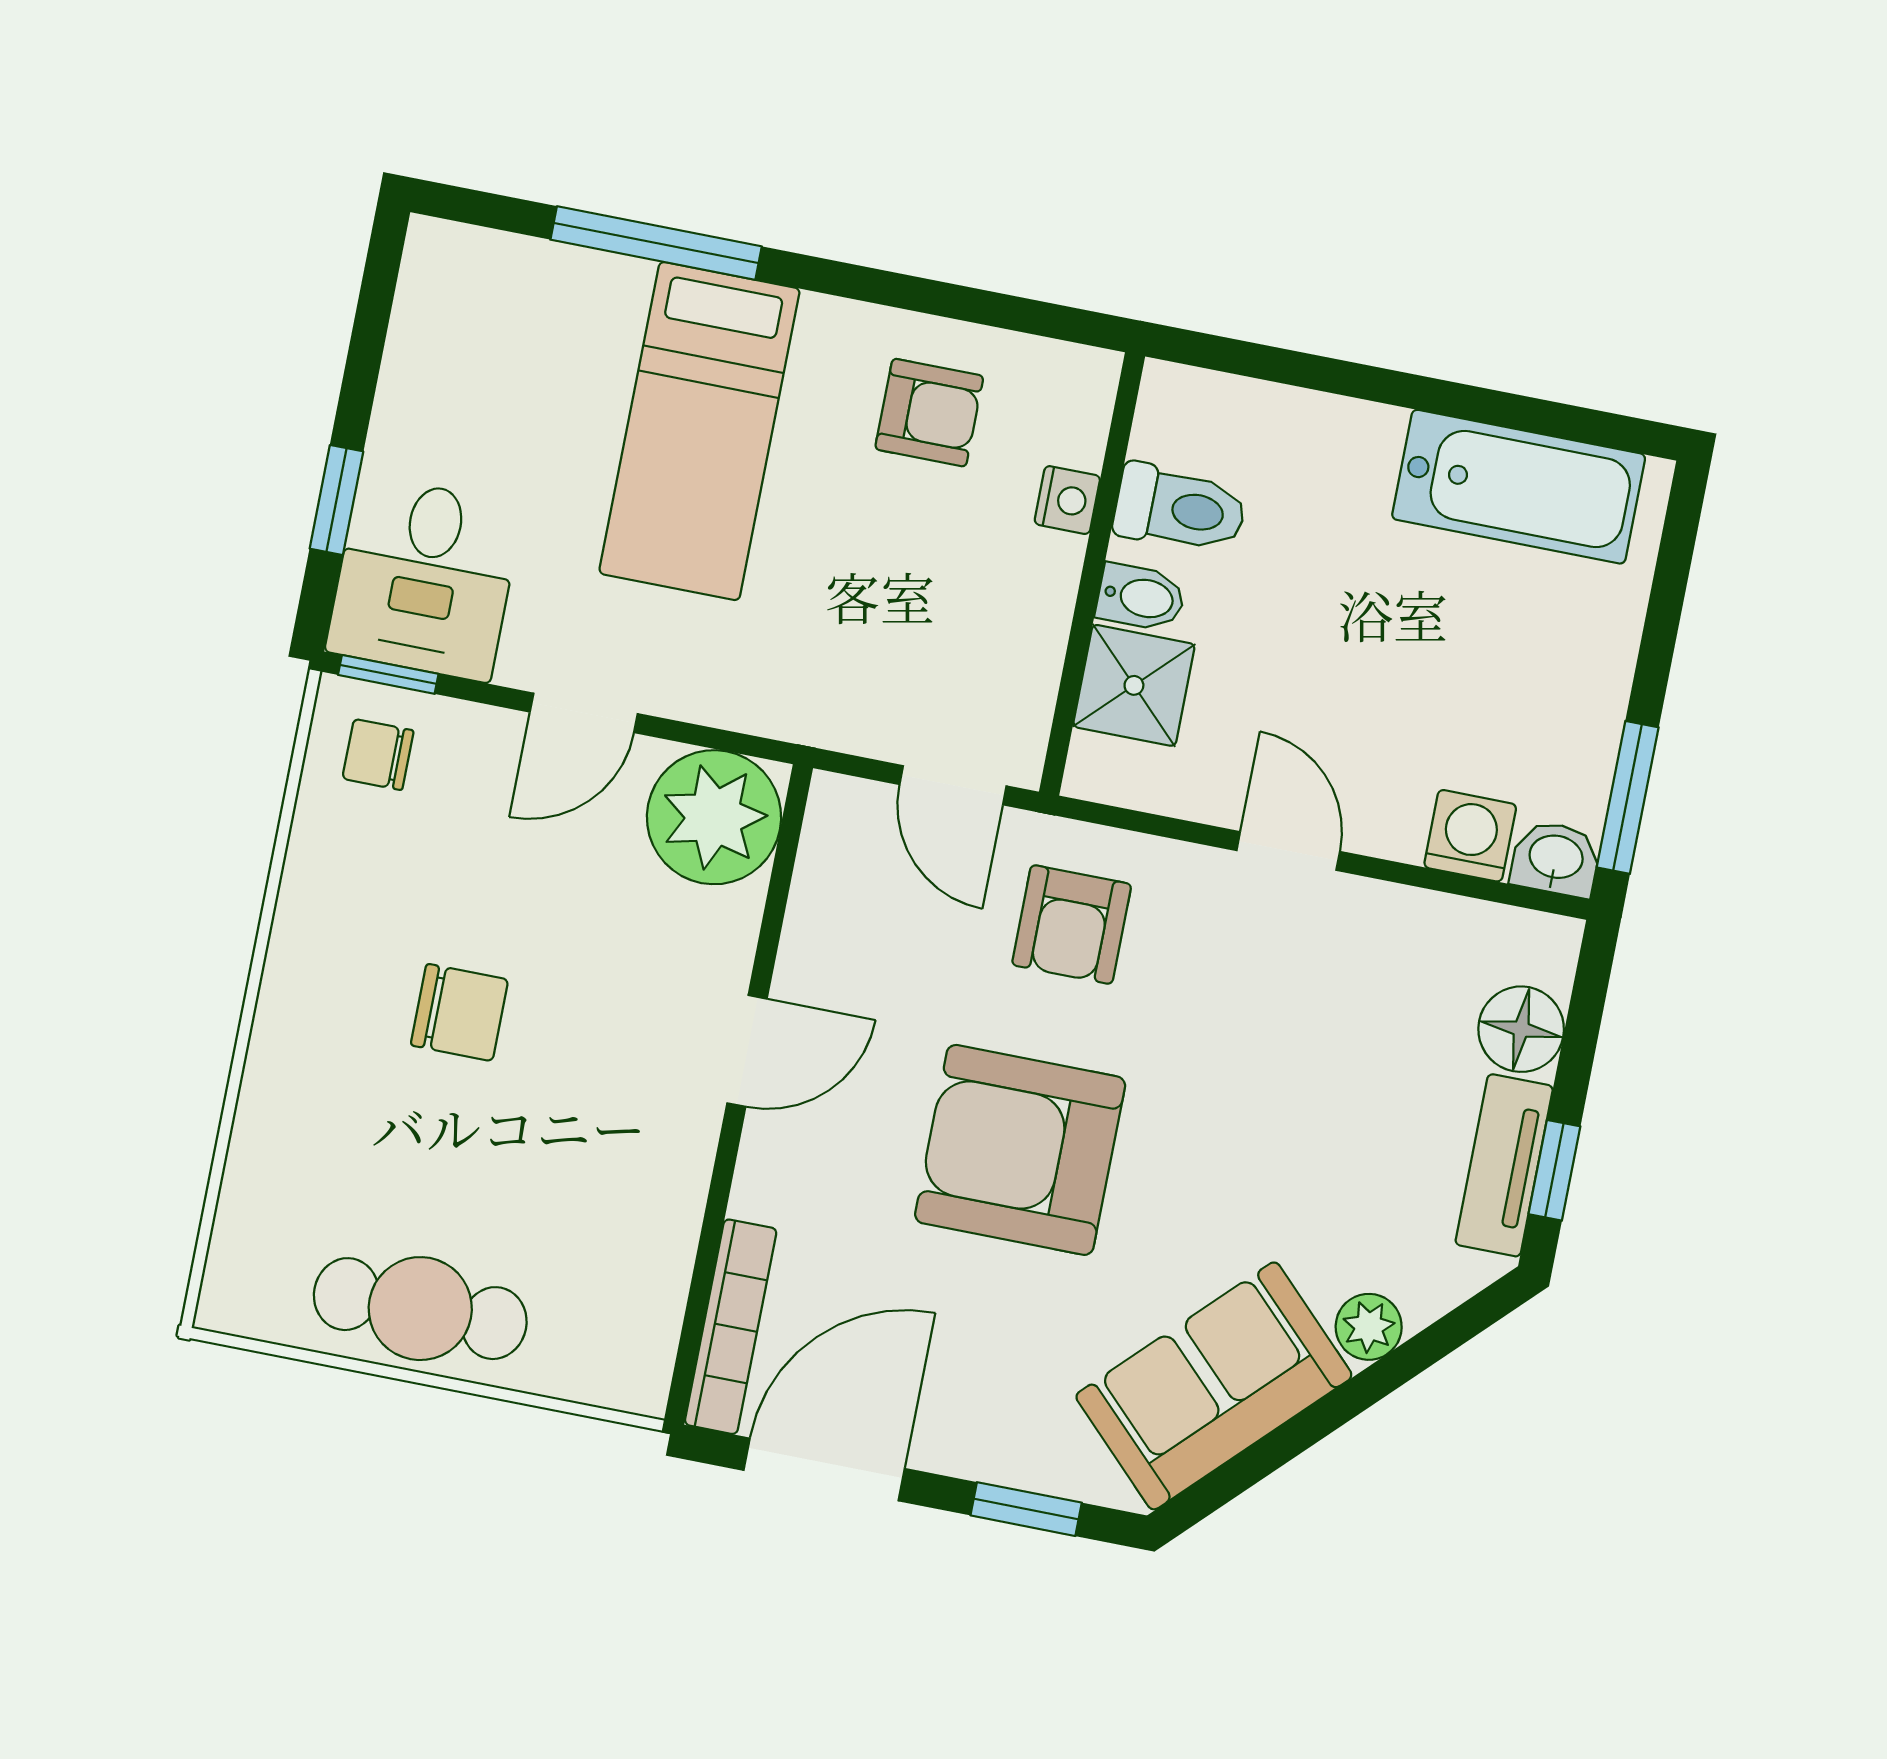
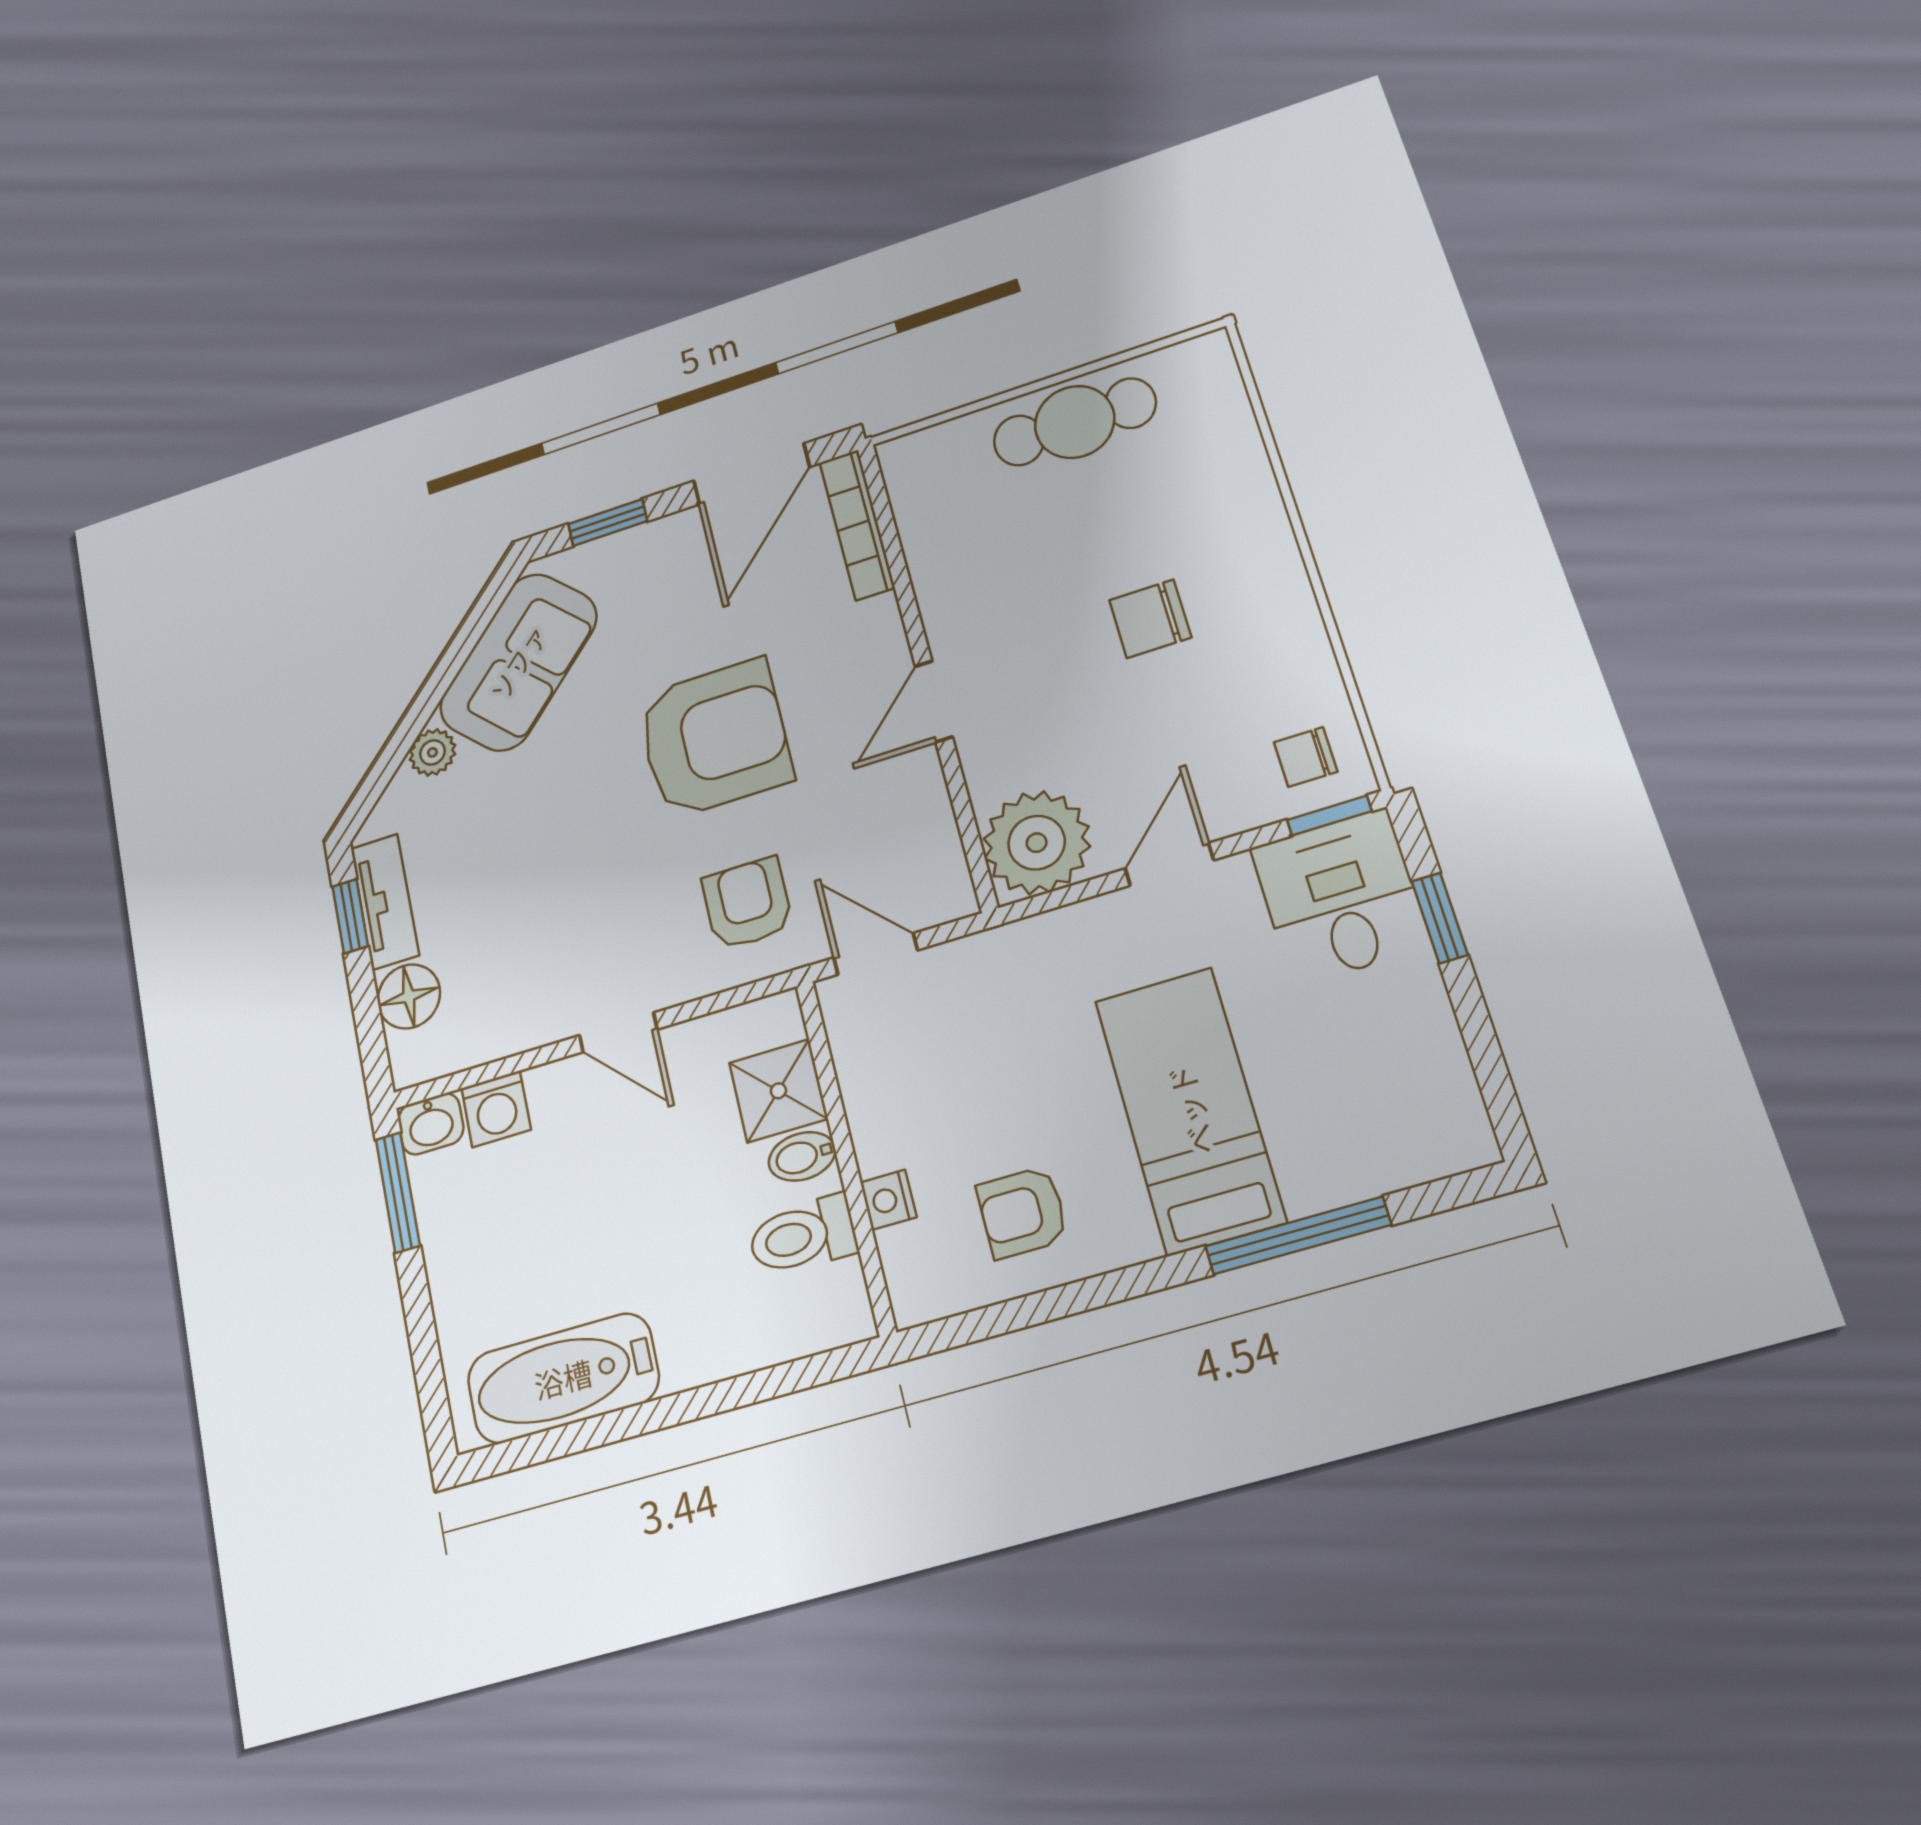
chair: (378, 755) -> (1306, 757), turned 180

